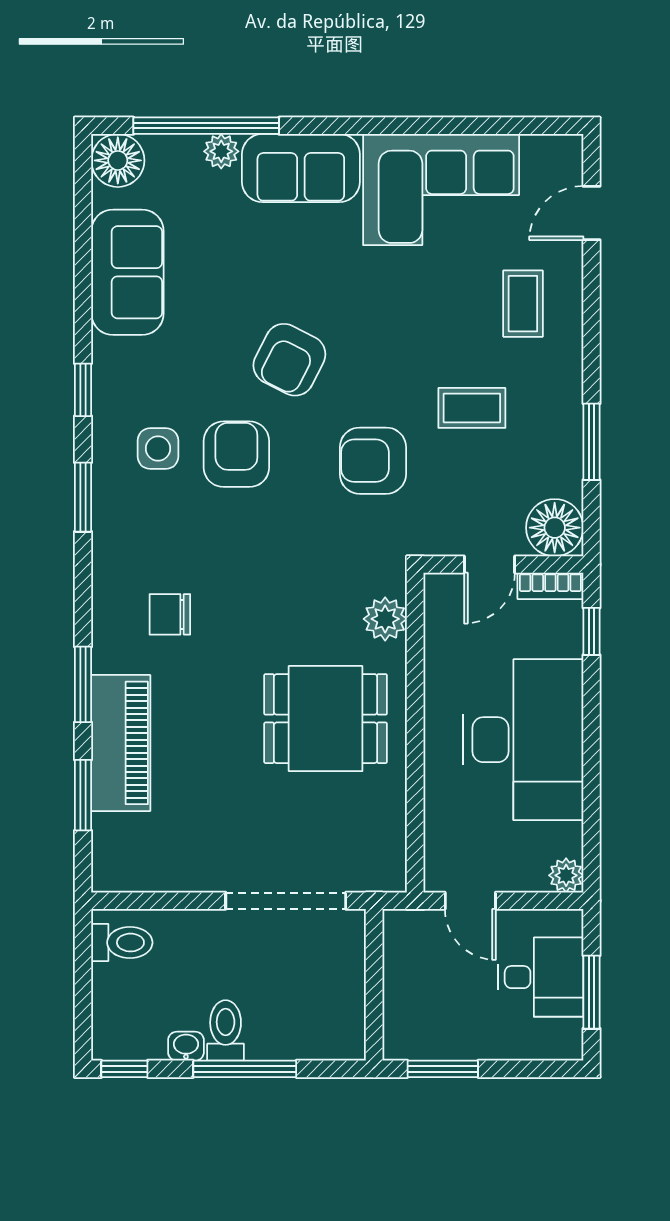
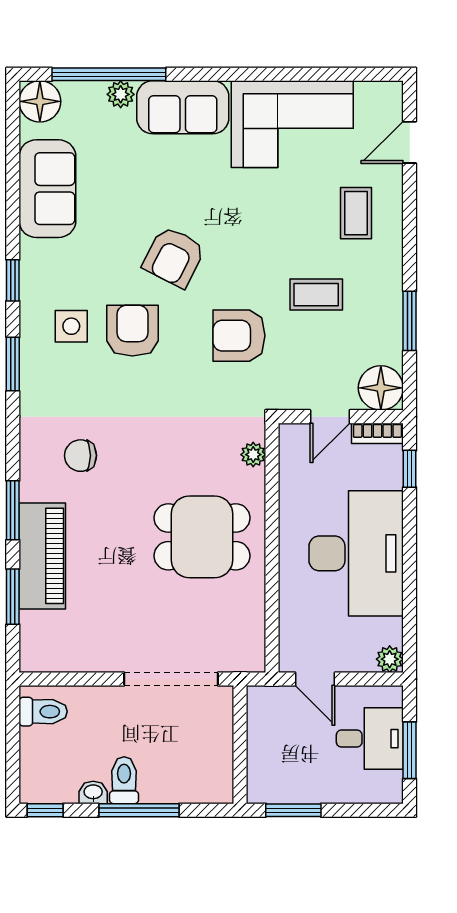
plant: (385, 619) -> (253, 455), width x0.73, depth x0.73

